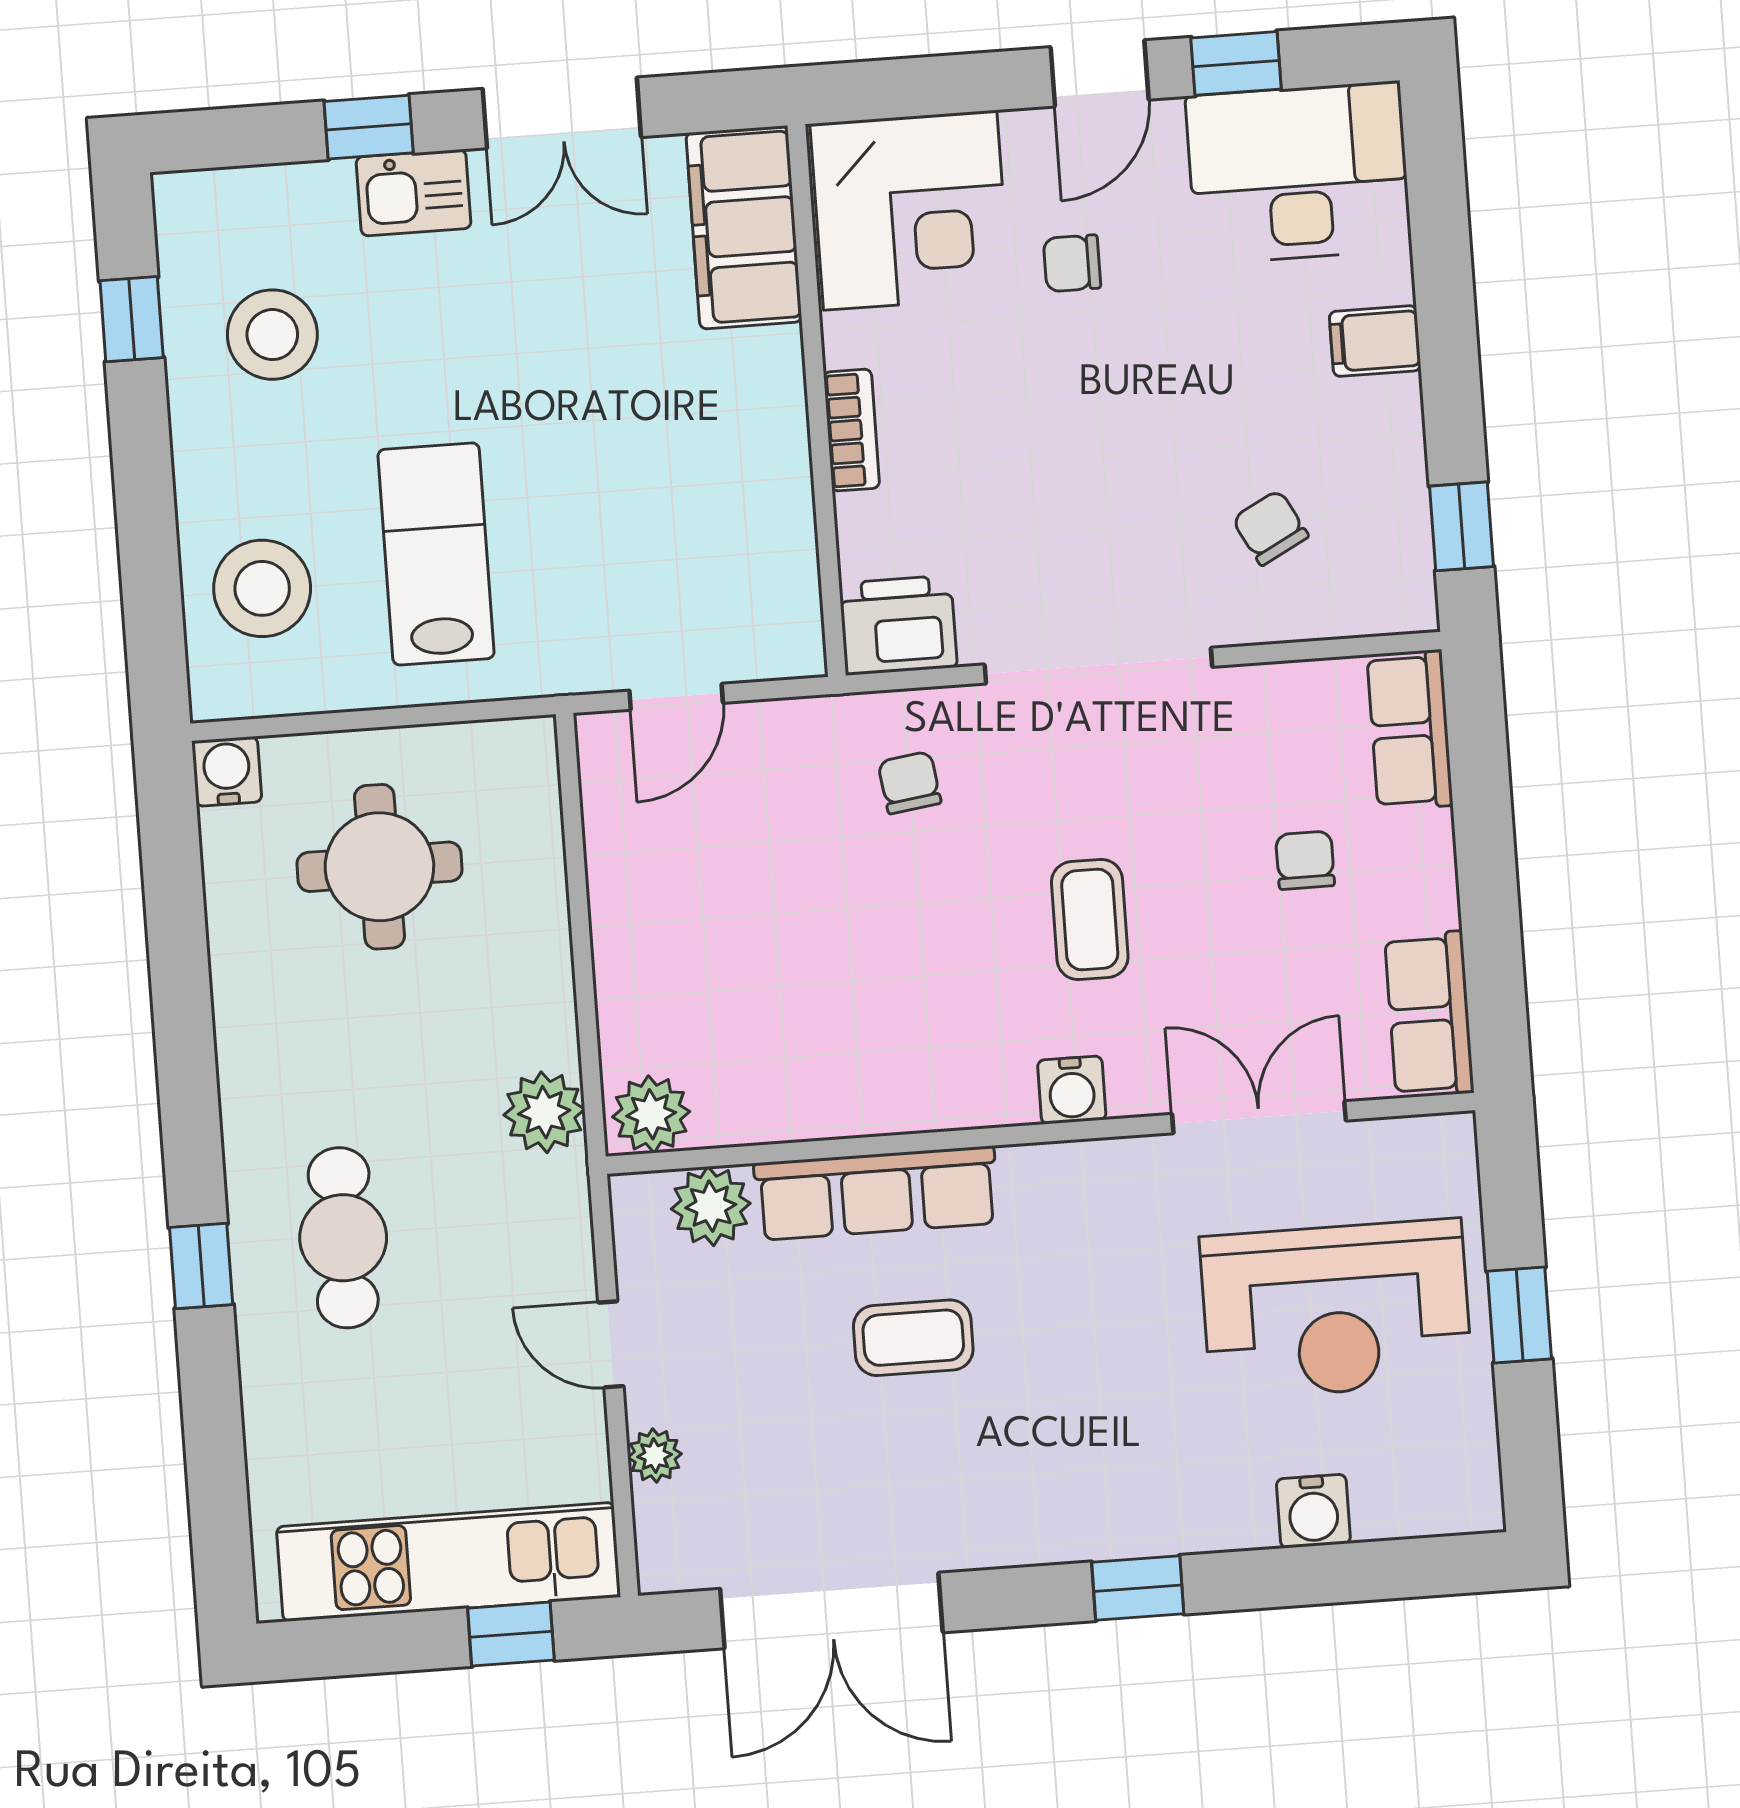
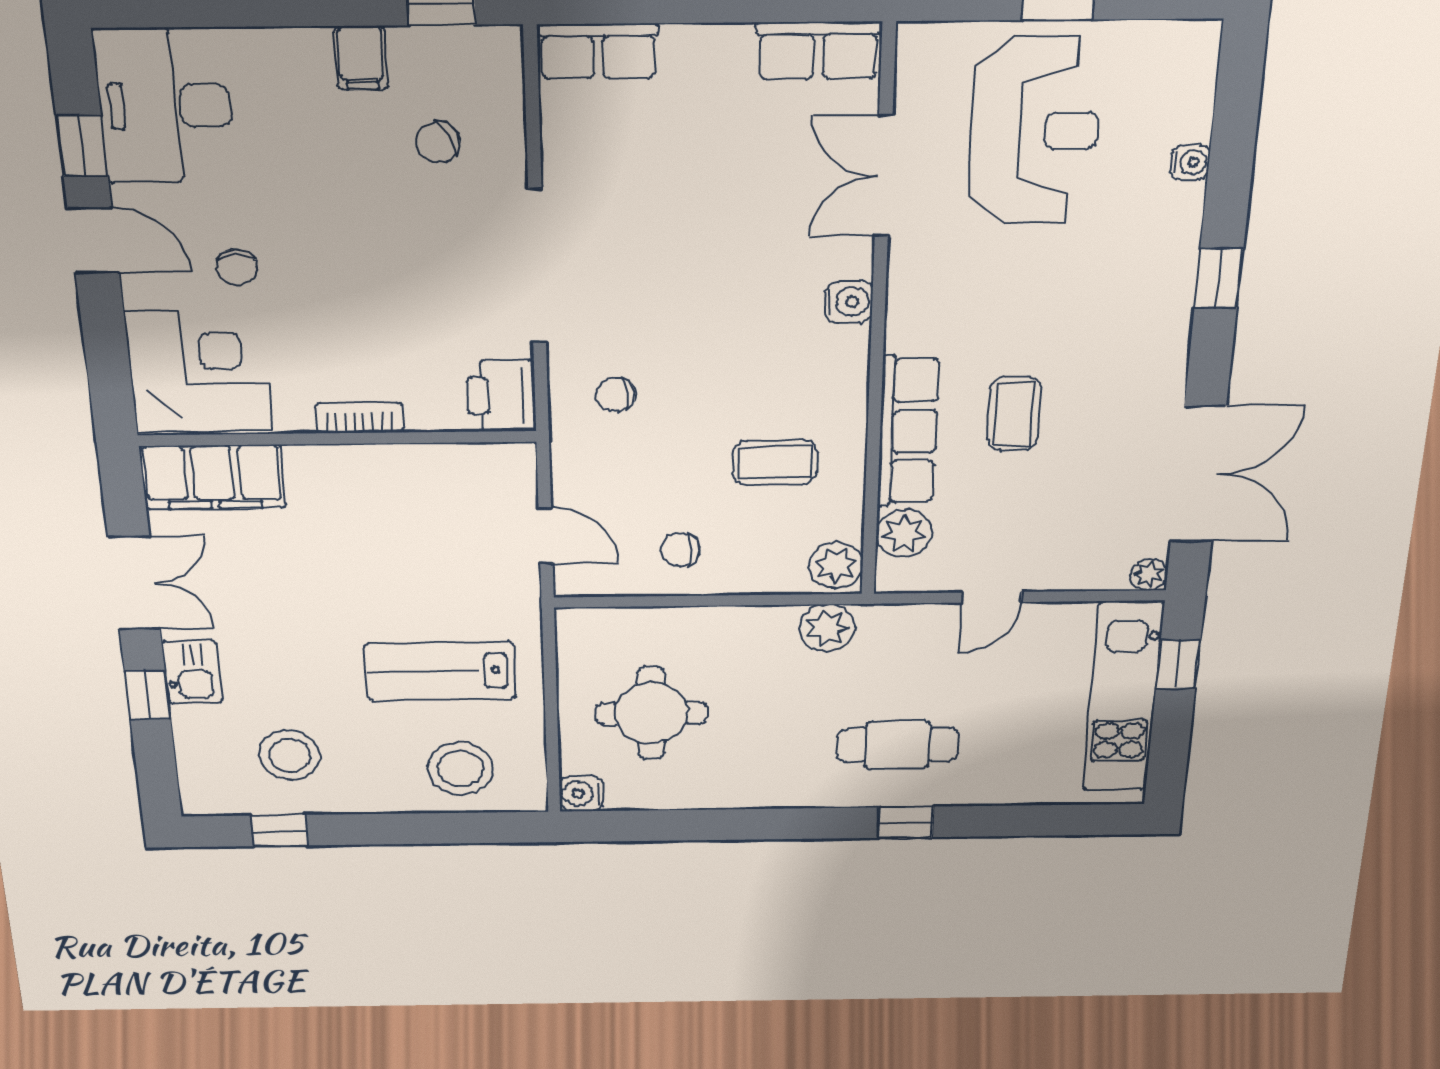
filing cabinet: (1375, 341) -> (361, 58), moved
chair: (1305, 860) -> (680, 550), moved
coffee table: (1090, 919) -> (775, 462), moved
plant: (655, 1456) -> (1149, 575), moved
water cooler: (1313, 1511) -> (1190, 162), width x0.72, depth x0.72

